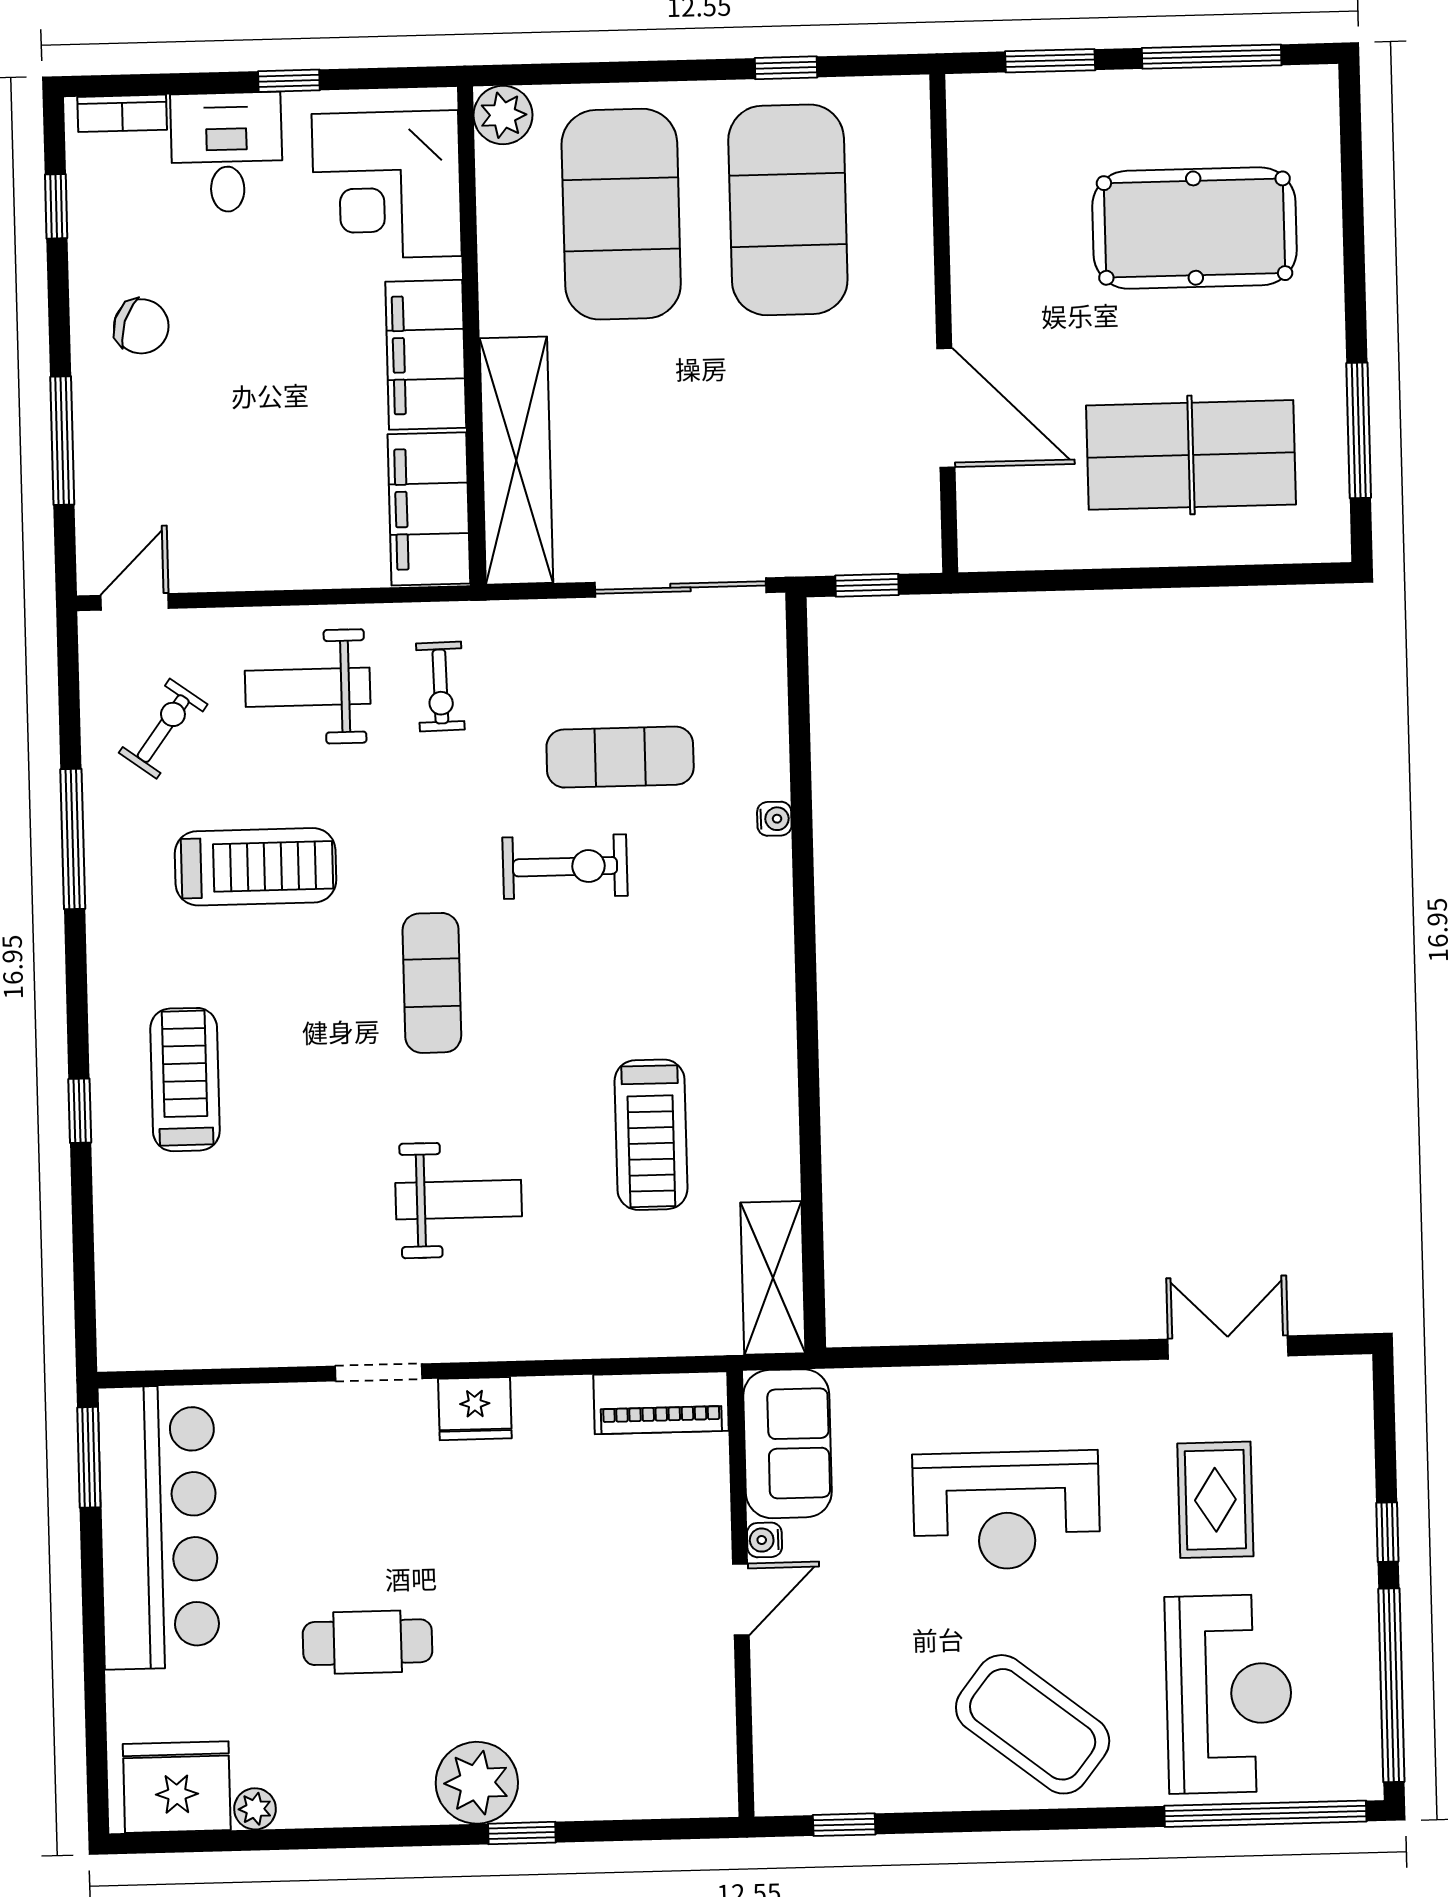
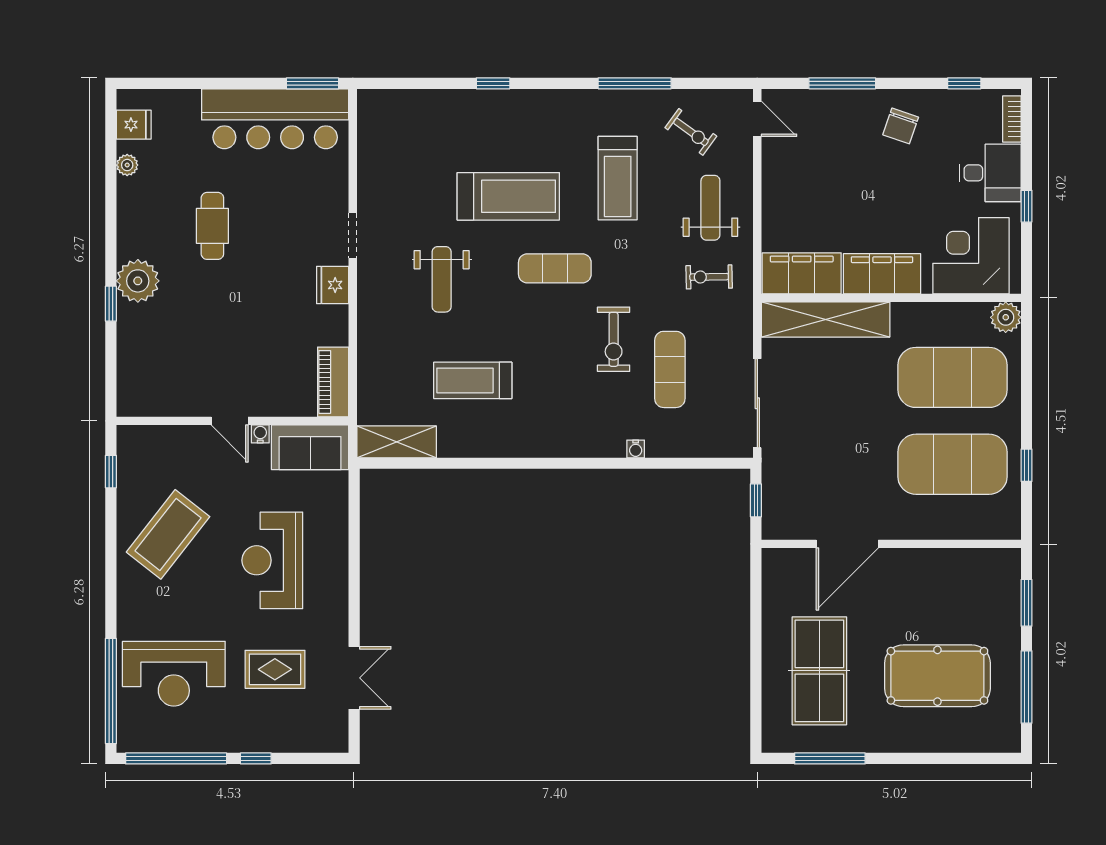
pool table: (1195, 228) -> (937, 676), turned 90
treadmill: (185, 1080) -> (508, 196), moved, width x1.37, depth x1.38
coffee table: (1033, 1724) -> (168, 534), moved
fridge: (177, 1787) -> (134, 125), width x0.53, depth x0.75

